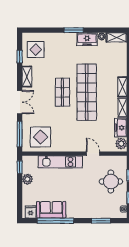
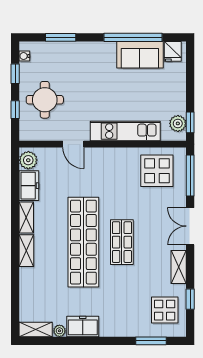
window: (74, 30) -> (151, 341), moved
plant: (27, 179) -> (178, 123), moved

